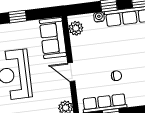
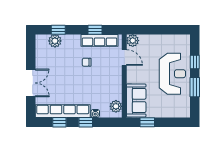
window: (18, 17) -> (147, 122), moved
door: (71, 72) -> (124, 58), moved

